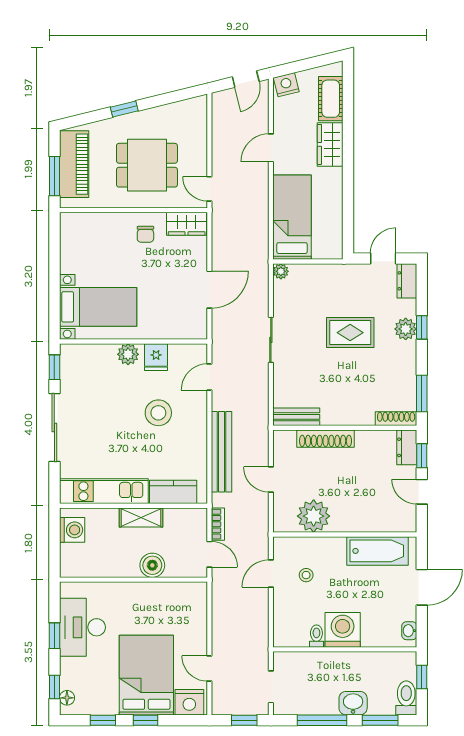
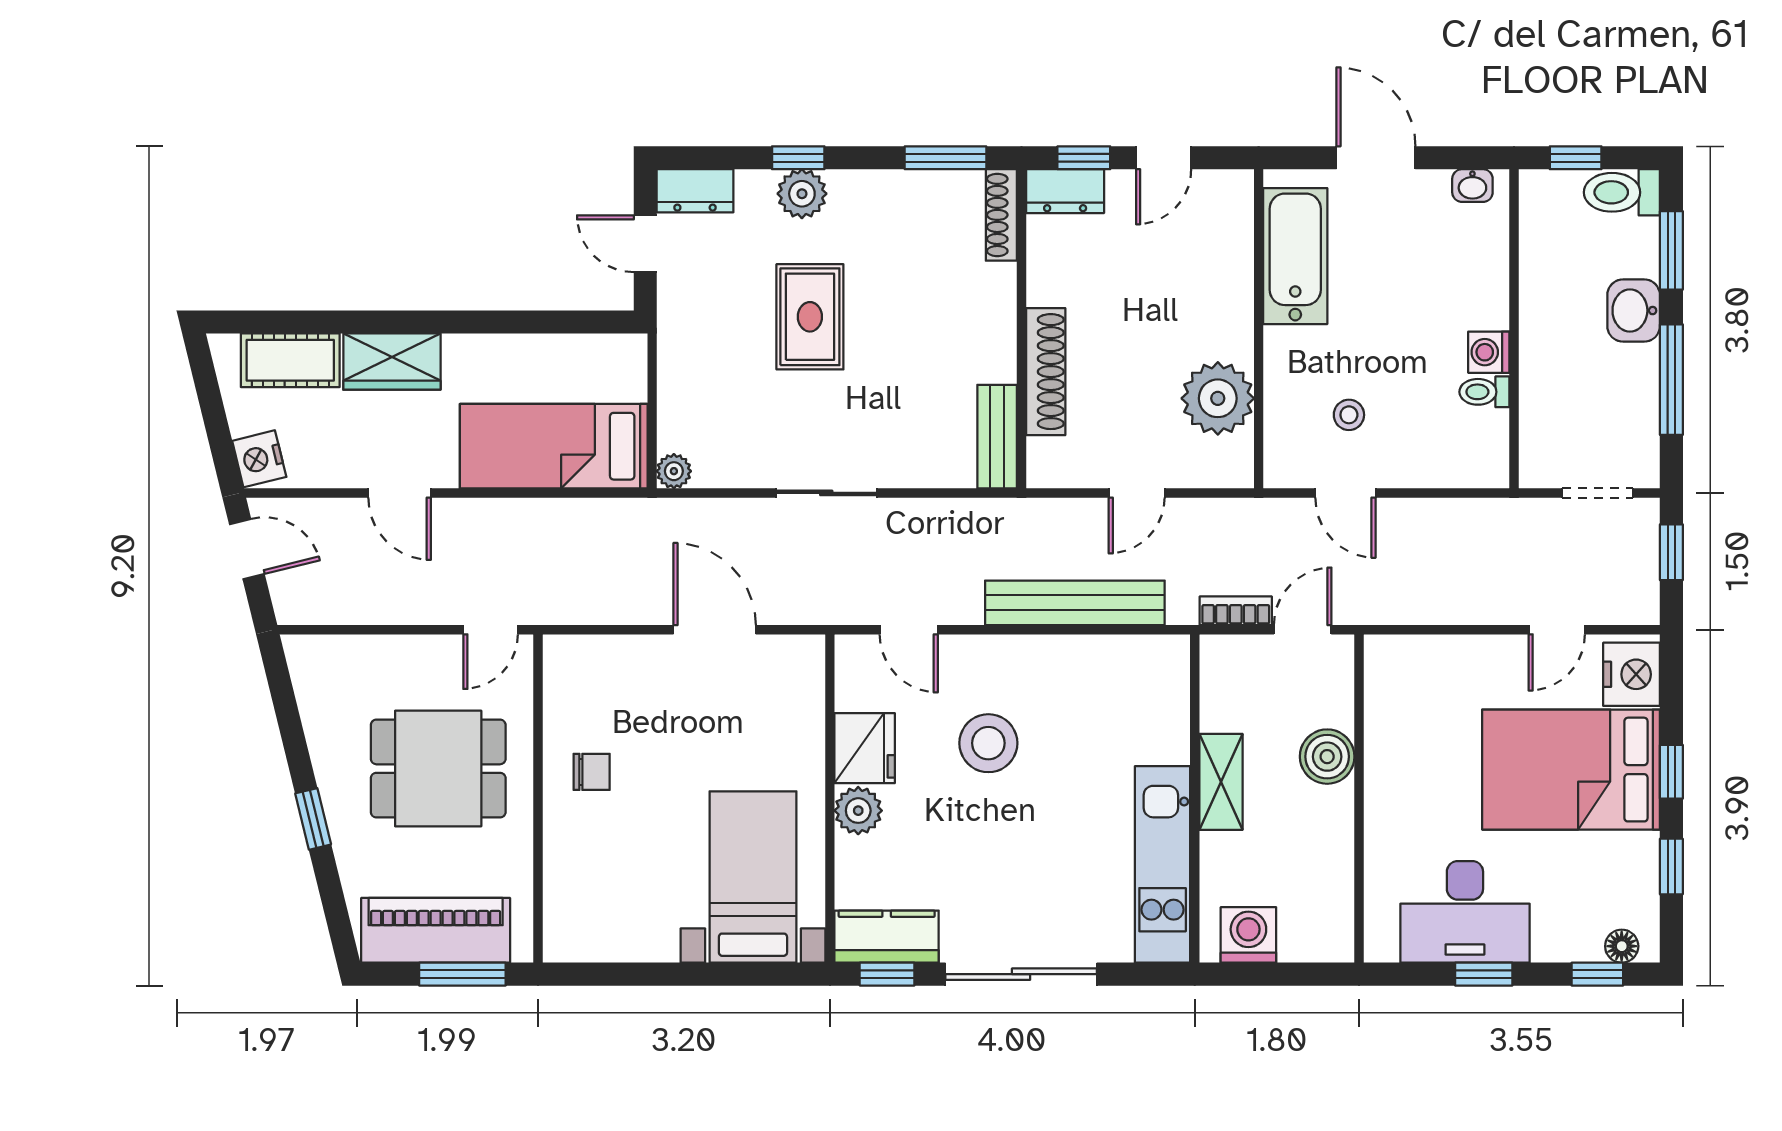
dining table: (147, 165) -> (438, 769), turned 90
wardrobe: (187, 224) -> (568, 680), removed
fridge: (156, 357) -> (865, 748), width x1.38
kitchen counter: (173, 492) -> (887, 937), moved, turned 90
washing machine: (343, 630) -> (1489, 352), width x0.53, depth x0.53

